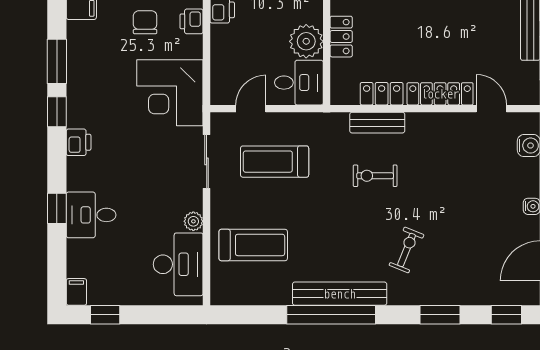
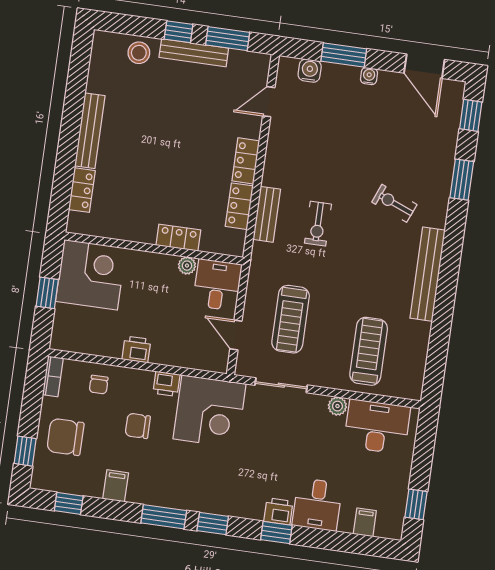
printer: (192, 21) -> (166, 384), moved
plant: (306, 41) -> (187, 266), width x0.53, depth x0.53
locker: (440, 94) -> (246, 161), width x0.66
printer: (79, 142) -> (278, 511), moved
window: (57, 208) -> (276, 533), moved
filing cabinet: (76, 292) -> (365, 522), moved, turned 90
window: (331, 315) -> (447, 285), removed

